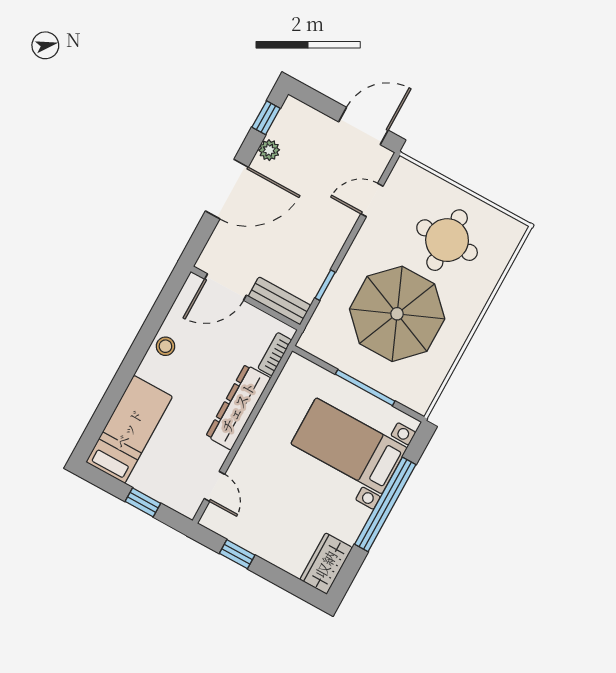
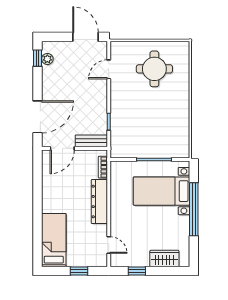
door: (363, 126) -> (85, 37), hinge flipped
plant: (269, 150) -> (47, 59), moved
door: (227, 189) -> (38, 117), moved
parasol: (397, 314) -> (150, 117), removed
stool: (165, 346) -> (49, 192), removed
wardrobe: (326, 564) -> (164, 259), moved, turned 90

